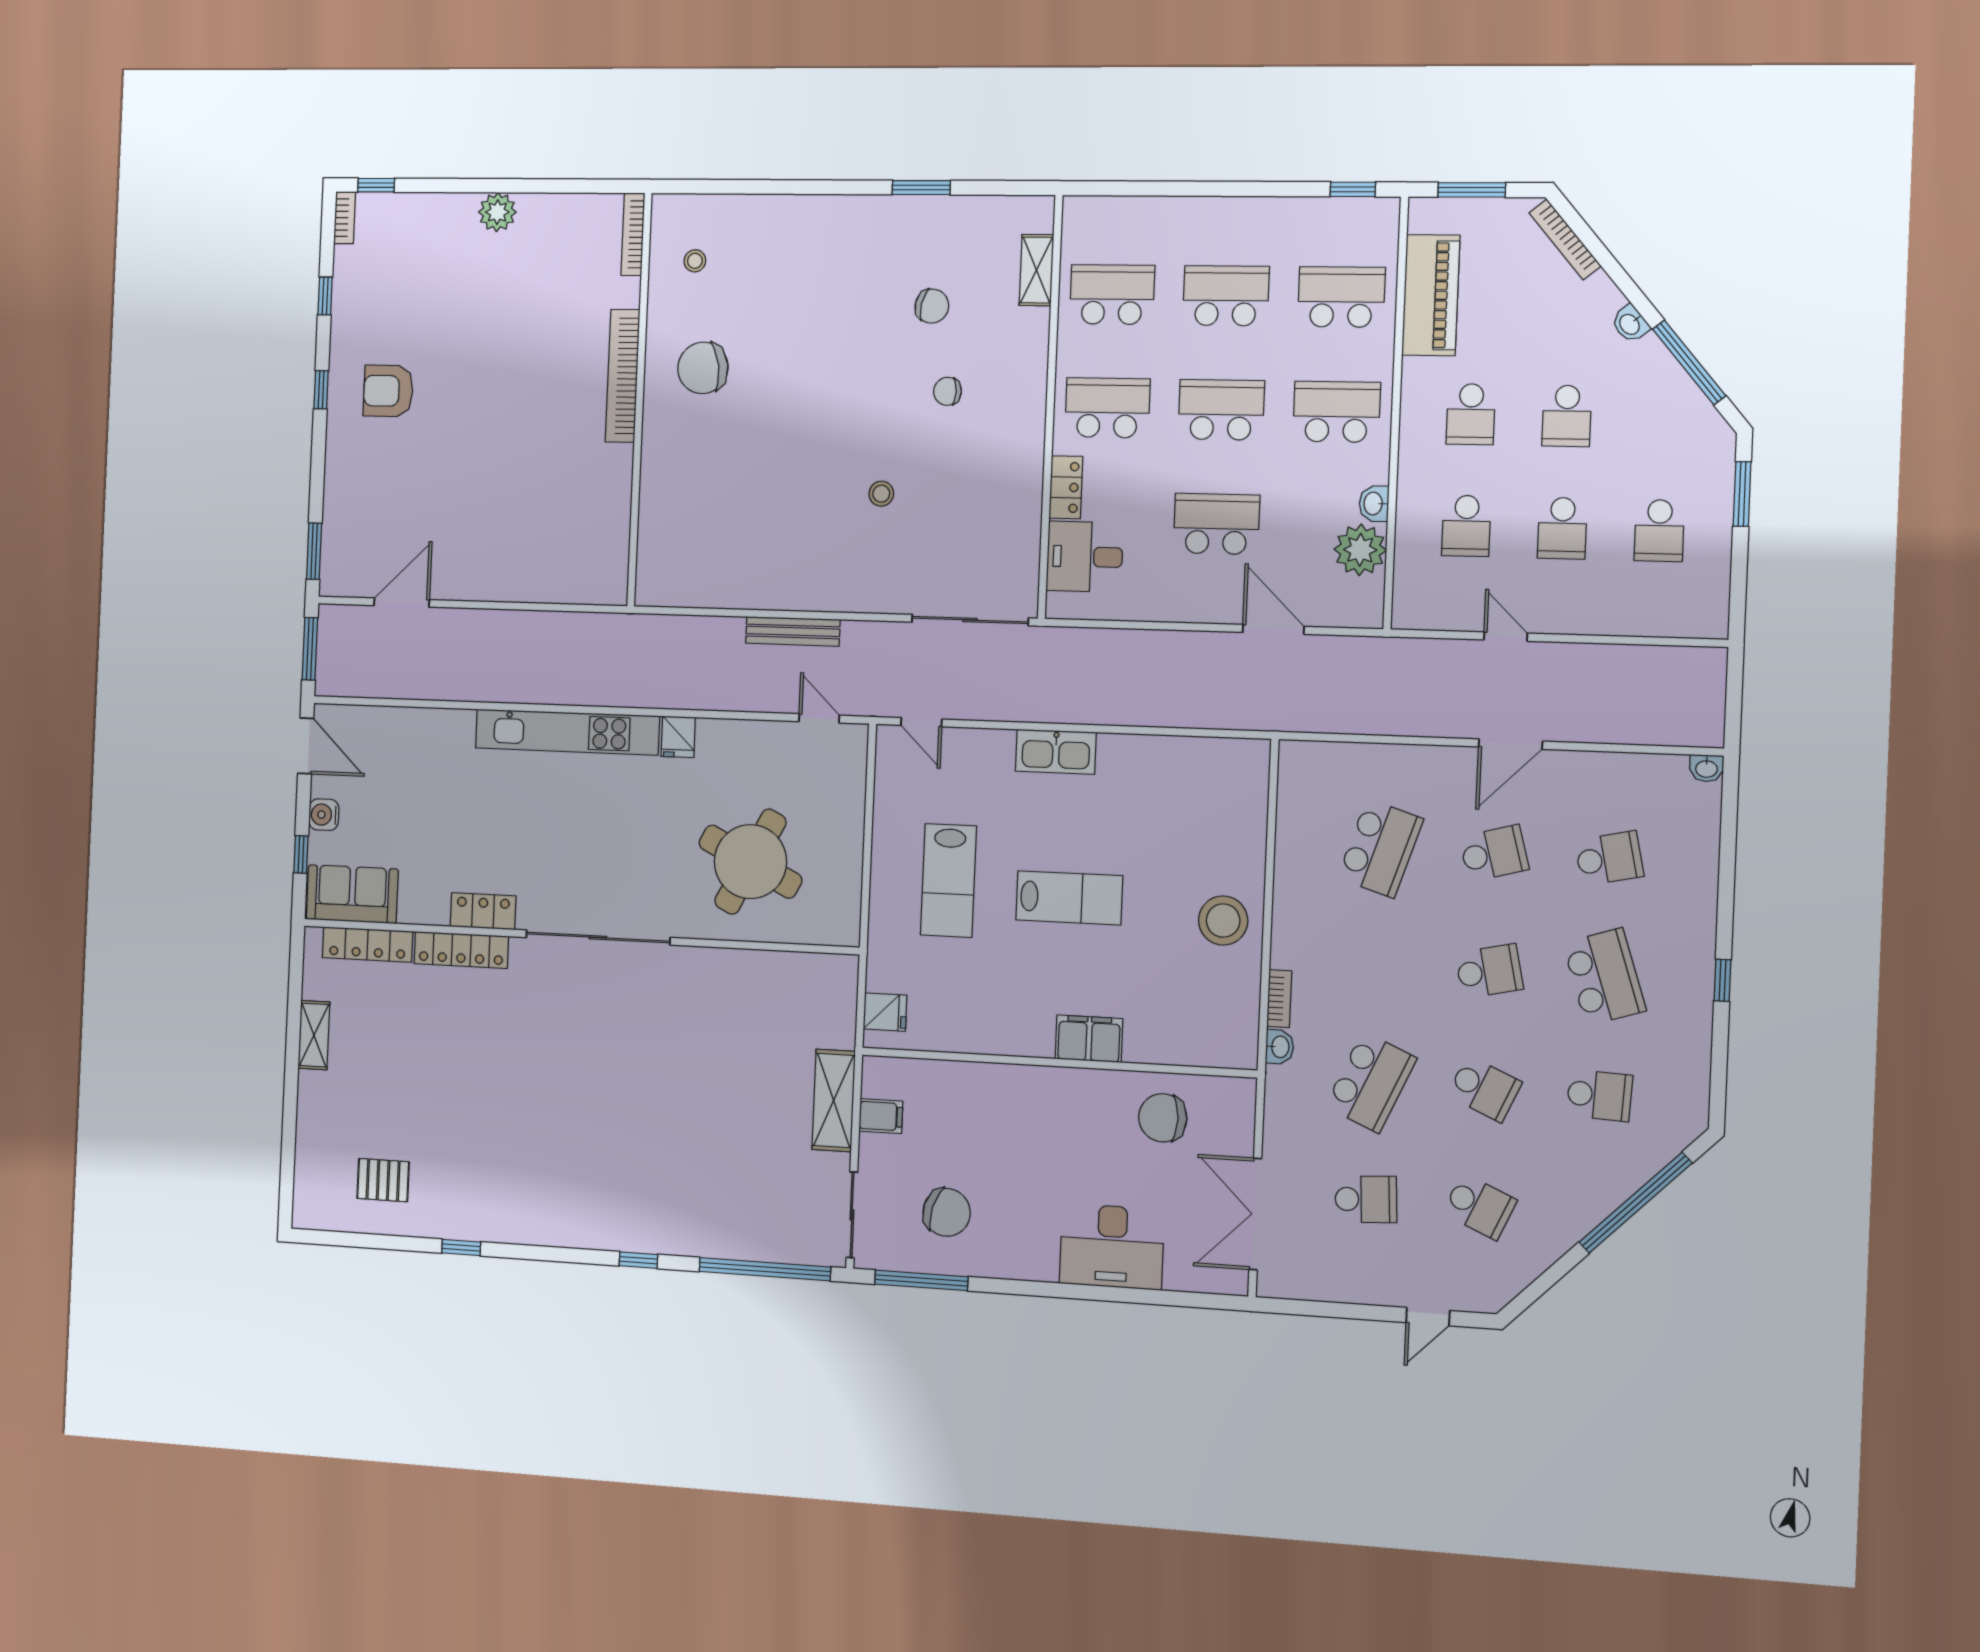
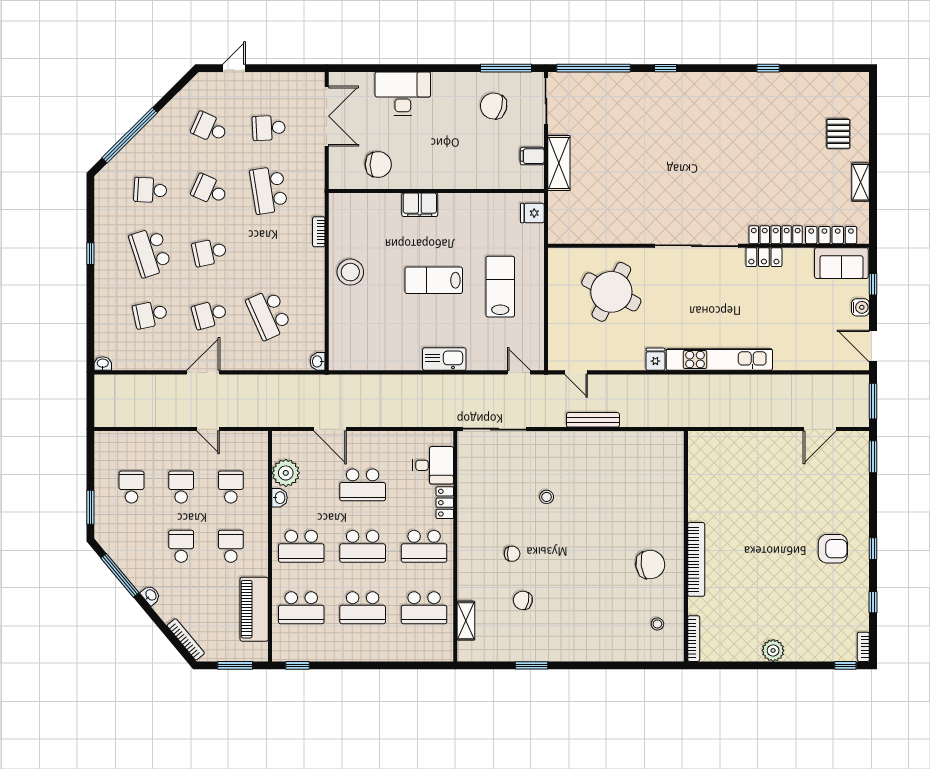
school desk: (1380, 848) -> (269, 314), turned -42
washbasin: (1280, 1047) -> (318, 361), moved
school desk: (1371, 1082) -> (269, 190), turned -33
pallet: (383, 1180) -> (838, 134), moved, turned 90

